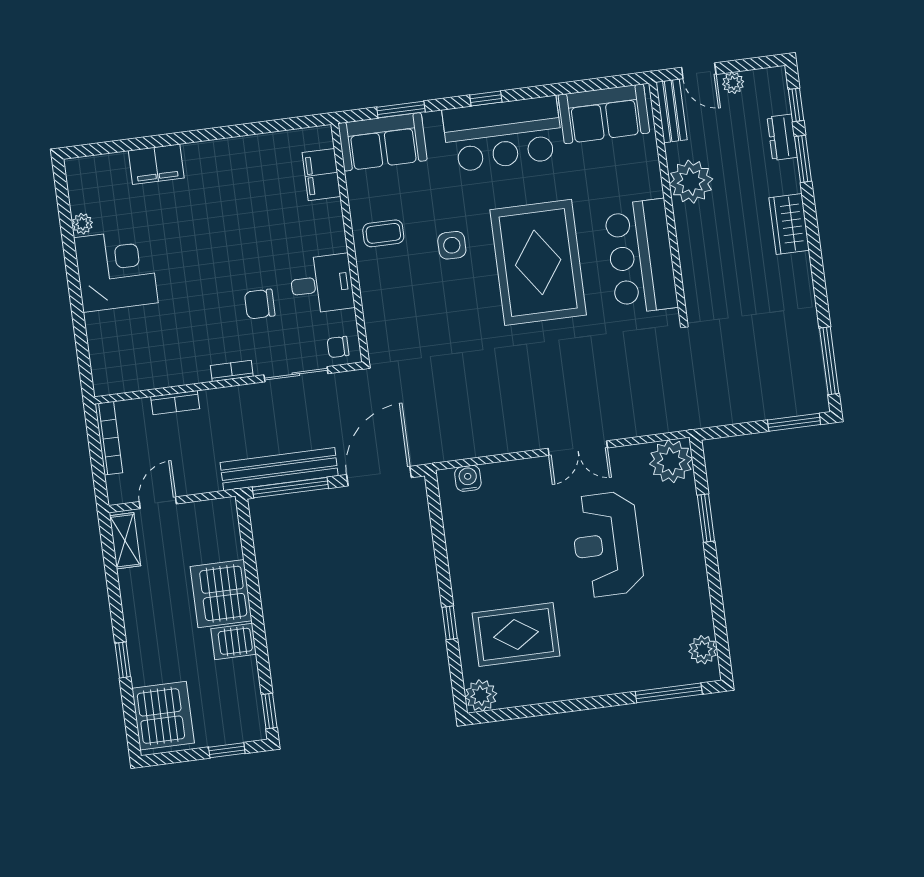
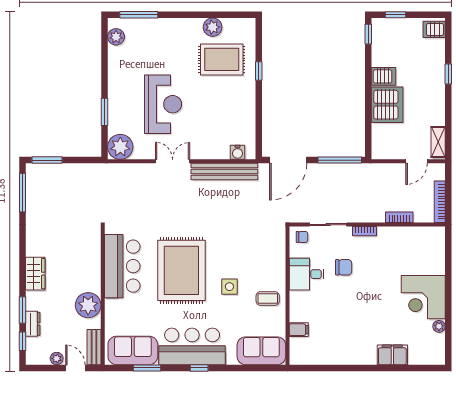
window: (401, 109) -> (147, 368), moved
filing cabinet: (321, 175) -> (299, 330), width x0.50
bench: (279, 469) -> (224, 171), moved
plant: (481, 696) -> (213, 27), moved
server rack: (163, 716) -> (434, 29), width x0.46, depth x0.70

